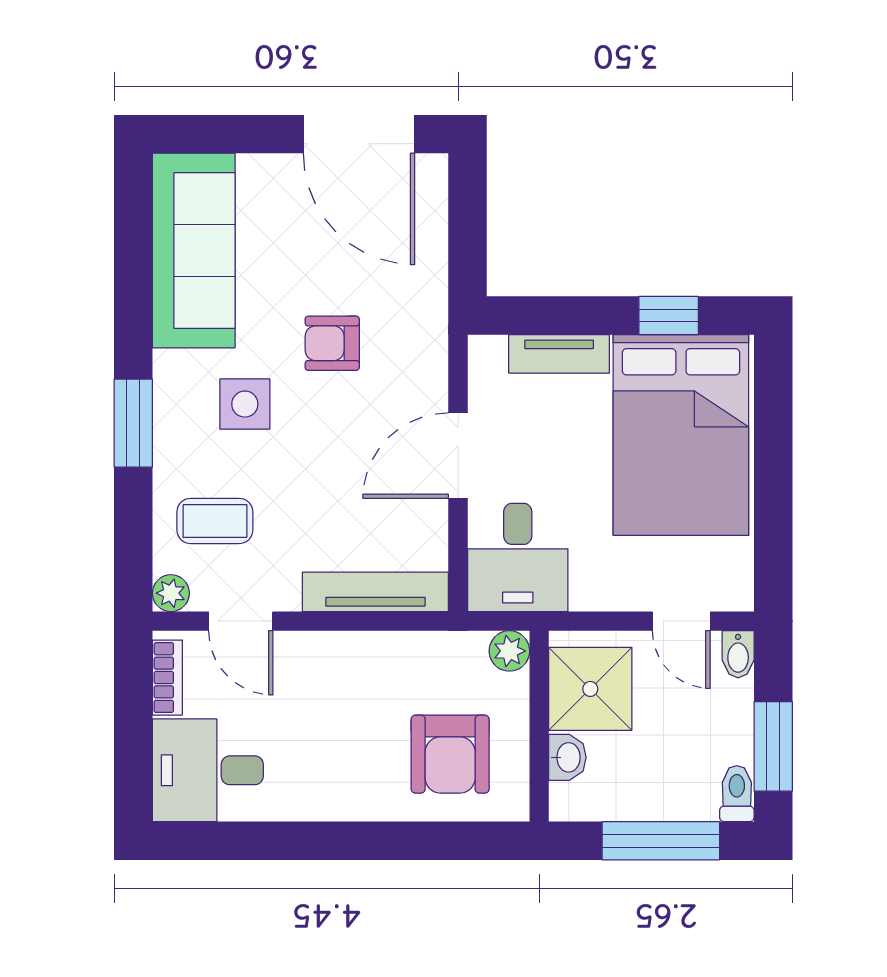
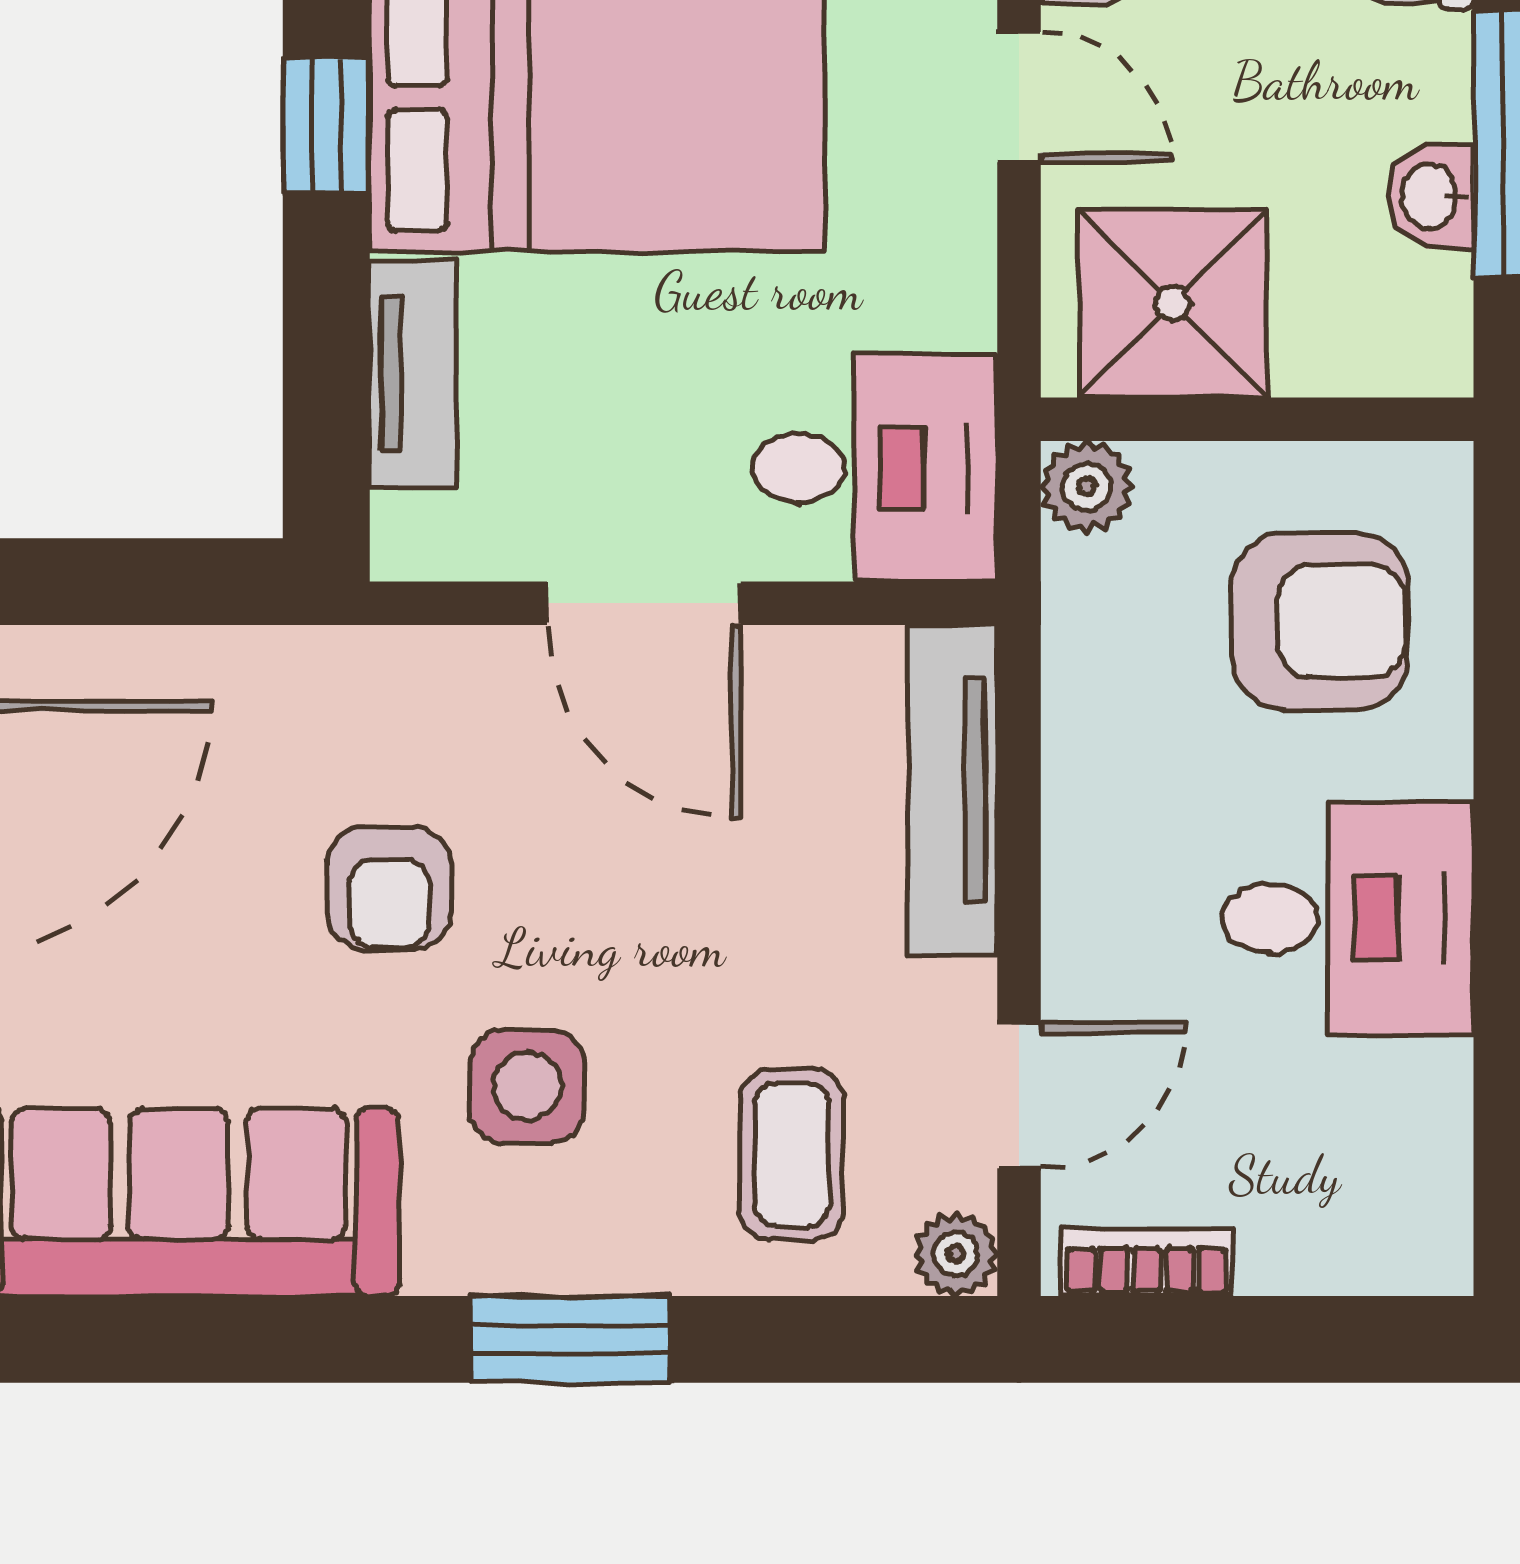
door: (681, 621) -> (1019, 97), hinge flipped
washbasin: (567, 757) -> (1431, 196), moved, turned -90
desk: (208, 770) -> (1348, 918), moved, turned -90

